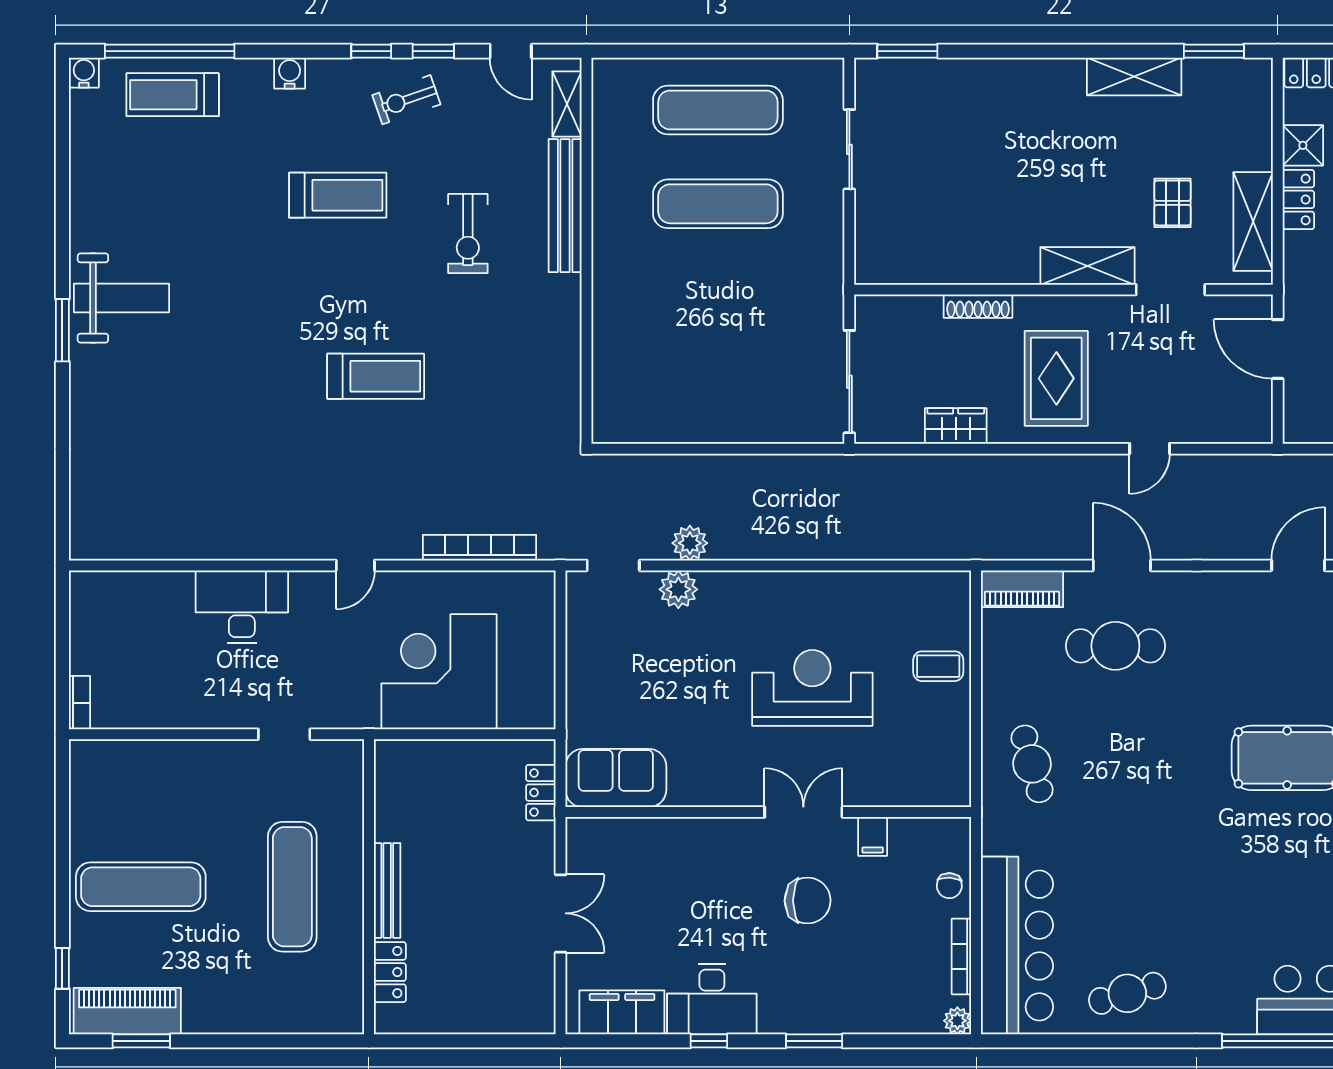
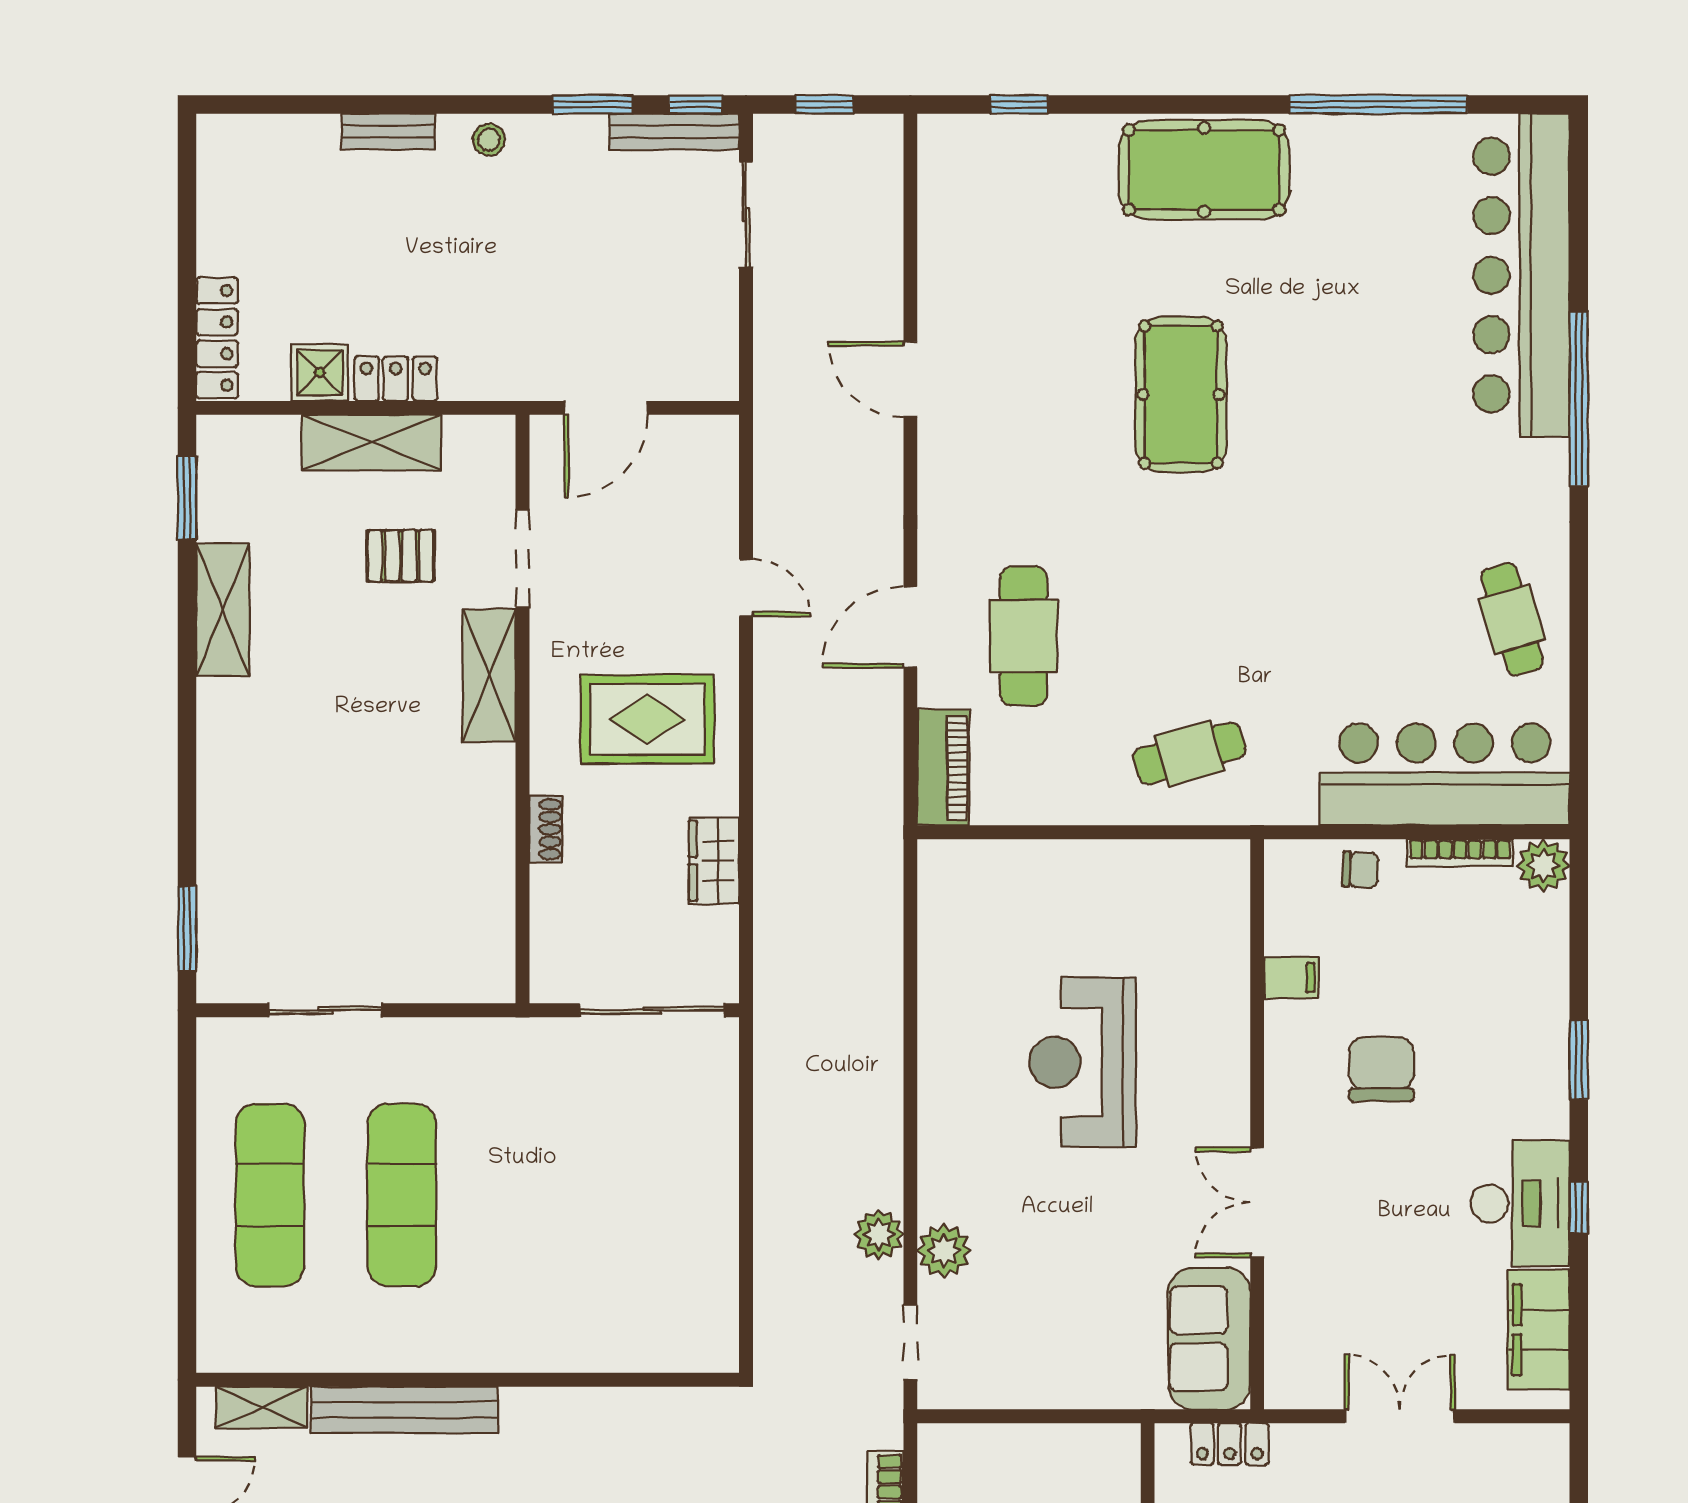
shelving: (1253, 222) -> (372, 443), moved
shoe rack: (978, 306) -> (546, 829), width x0.70
coffee table: (938, 666) -> (1052, 885), removed
double door: (803, 812) -> (1257, 1202), moved
plant: (957, 1021) -> (1543, 865), width x1.38, depth x1.38

